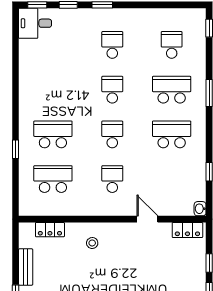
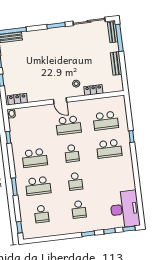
desk: (35, 23) -> (125, 209), width x1.87, depth x1.30
school desk: (112, 179) -> (68, 125), width x1.85
door: (147, 219) -> (60, 101), moved
locker: (50, 230) -> (93, 90), moved

